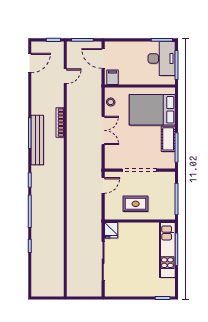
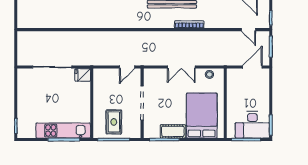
door: (65, 76) -> (249, 30), moved
filing cabinet: (112, 77) -> (234, 76), removed
door: (103, 185) -> (127, 67), hinge flipped
rug: (136, 204) -> (114, 122), moved

